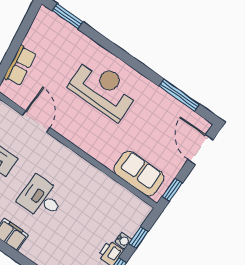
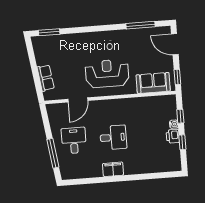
reception desk: (103, 89) -> (107, 74), moved
door: (36, 122) -> (78, 100), swing flipped
desk: (41, 198) -> (113, 137), turned 180

